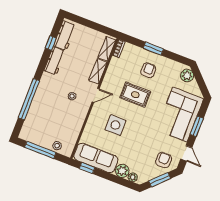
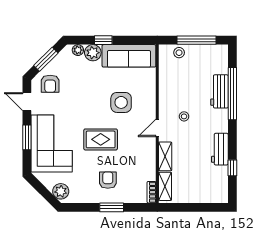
workbench: (65, 36) -> (219, 91), moved
armchair: (148, 70) -> (108, 180), turned 180
rug: (135, 95) -> (101, 139), moved
window: (87, 168) -> (103, 40), moved

